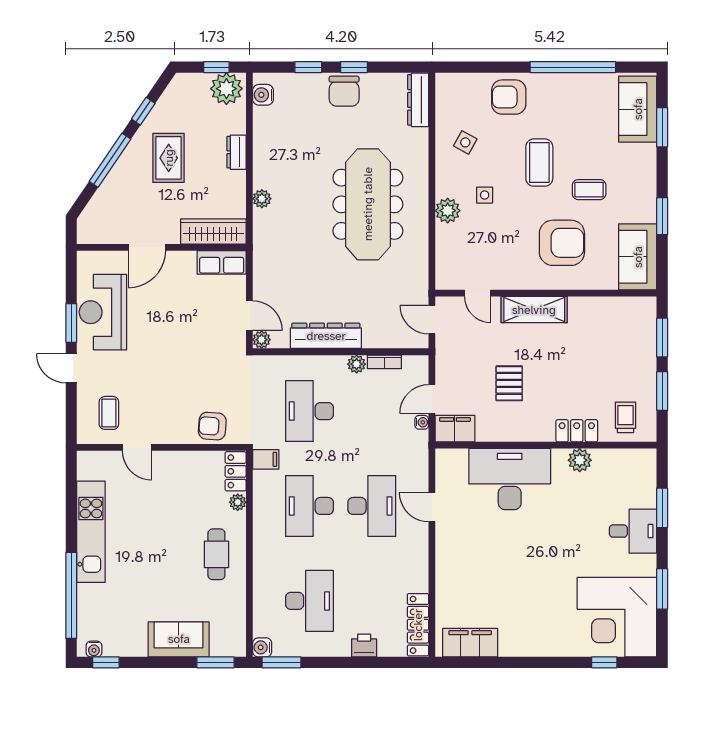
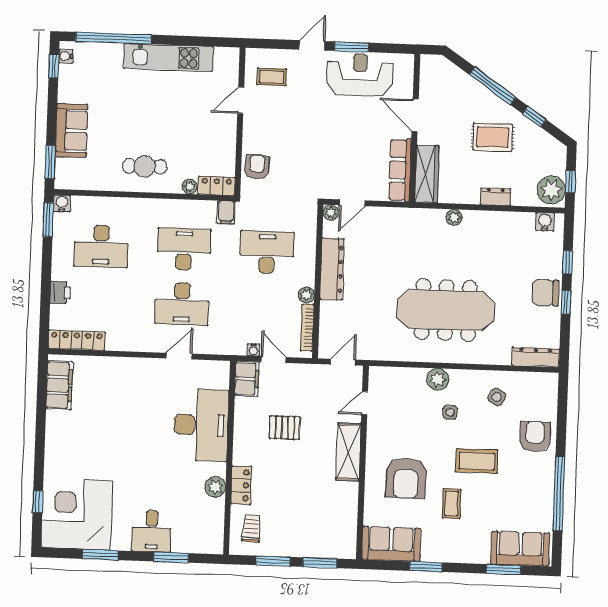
row of seats: (222, 262) -> (400, 170), width x1.48
bookcase: (384, 362) -> (307, 328), width x1.56
trolley: (625, 417) -> (251, 528), turned -88

